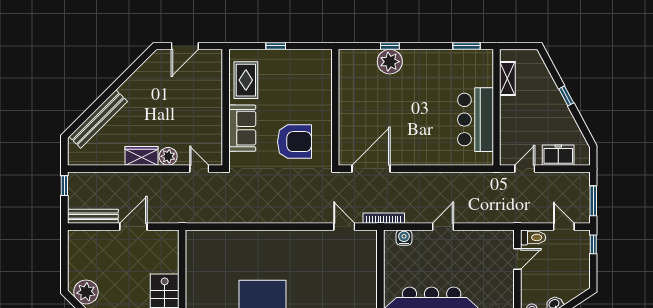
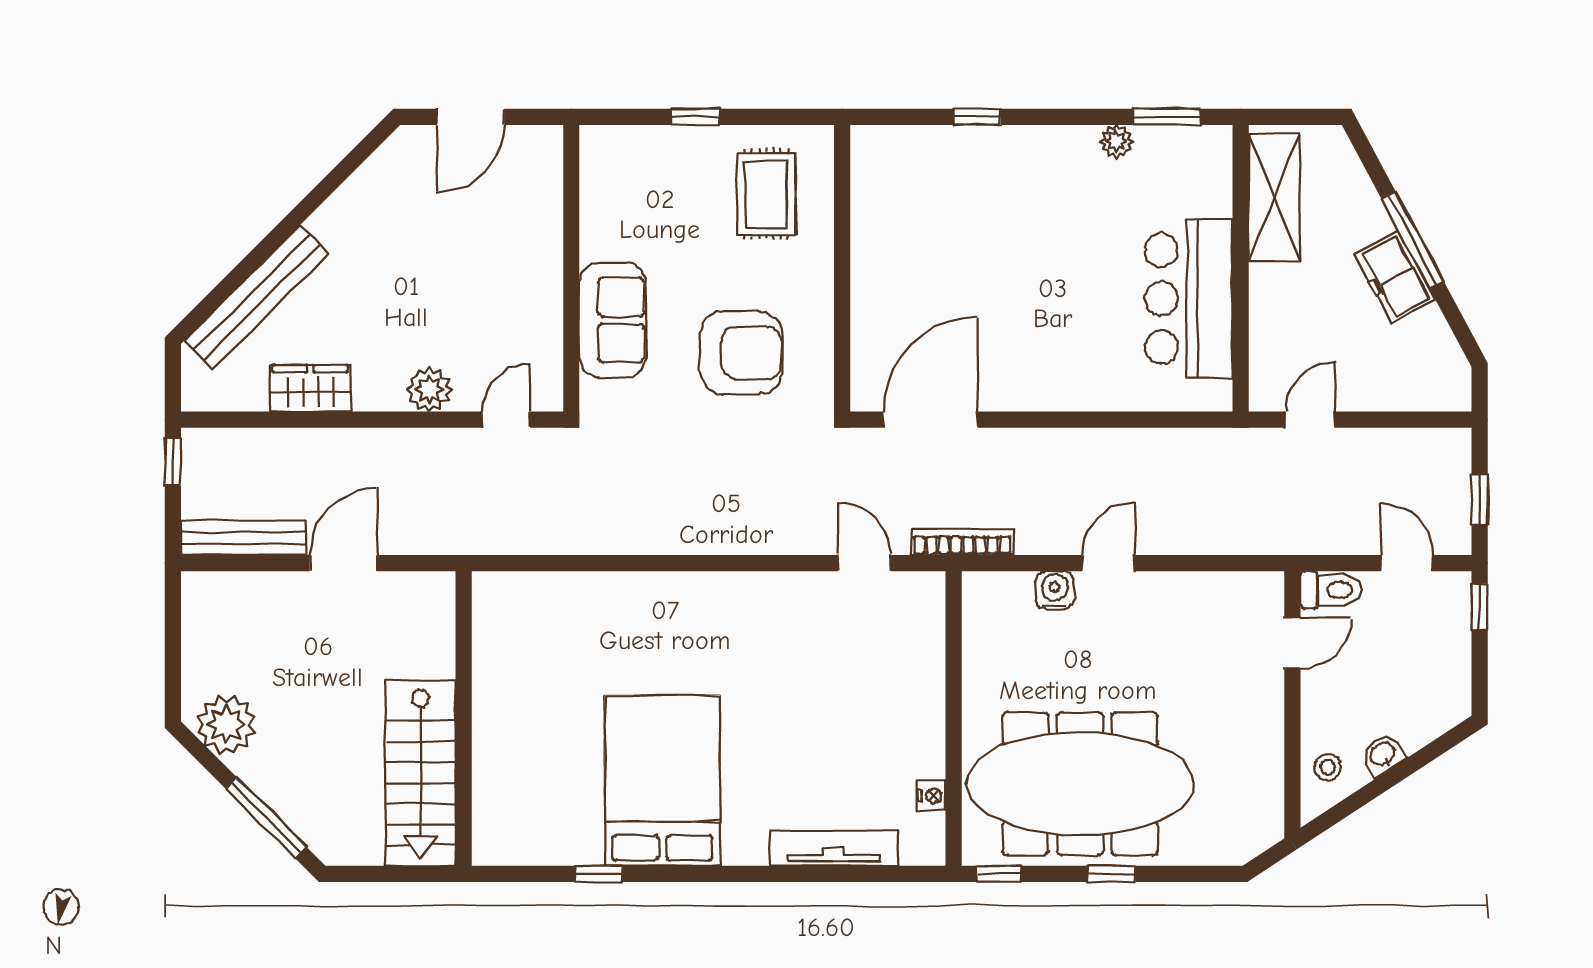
plant: (390, 62) -> (1116, 141), moved, width x0.53, depth x0.53
shelving: (507, 78) -> (1274, 197), width x1.50, depth x1.33
rug: (246, 80) -> (766, 194), moved
window: (566, 96) -> (1413, 240), width x2.17
freezer: (558, 155) -> (1395, 277), moved, turned -118
wardrobe: (141, 156) -> (310, 388), moved
door: (199, 169) -> (506, 420), hinge flipped
window: (593, 201) -> (1480, 499), width x0.67
water cooler: (404, 238) -> (1055, 590), moved

